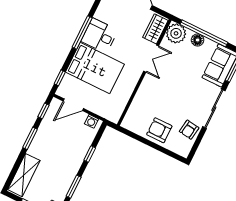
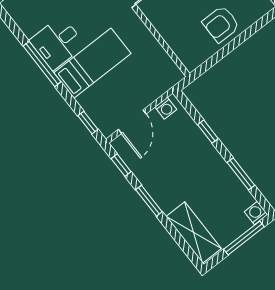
bed: (95, 68) -> (92, 63), width x0.67

